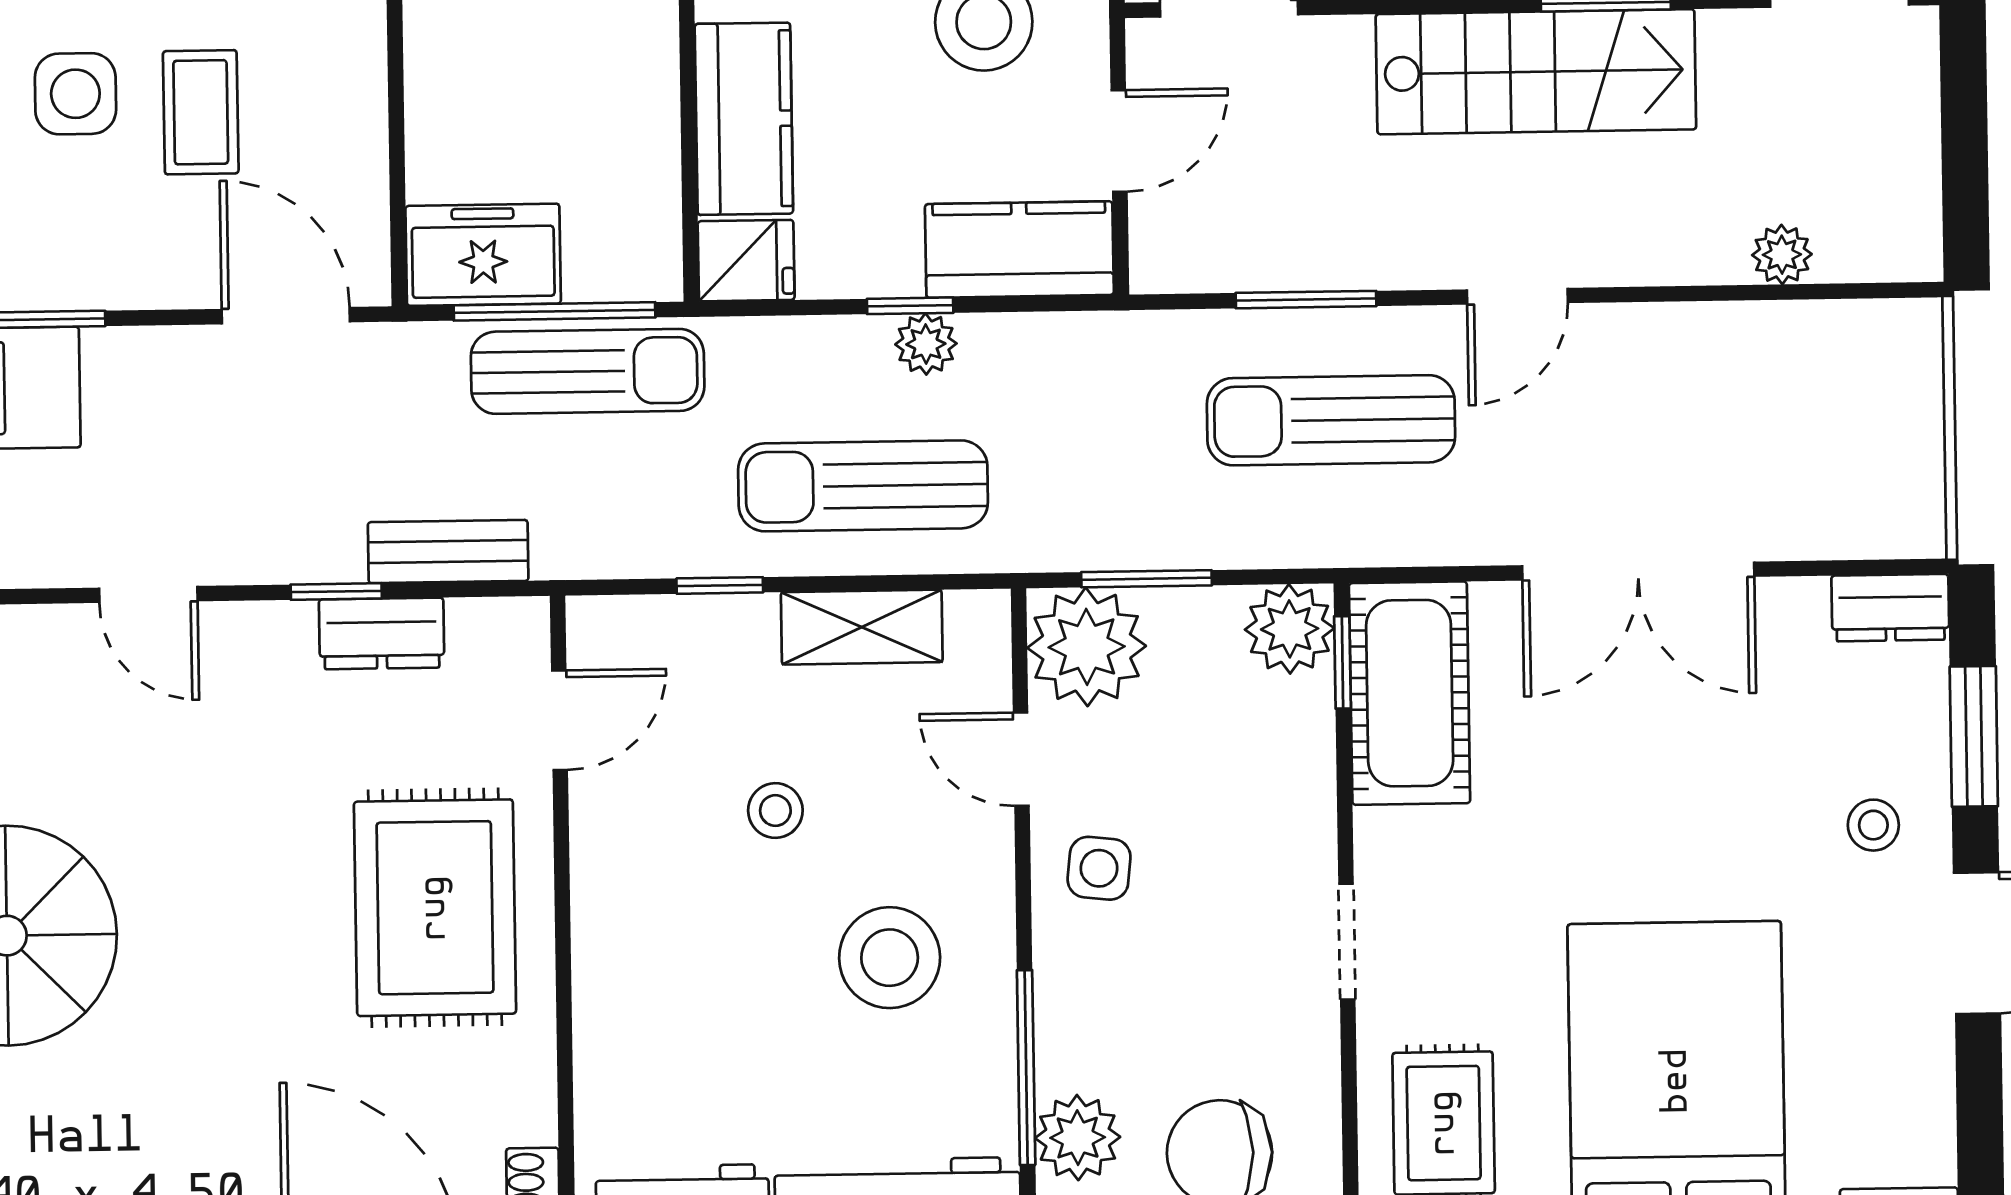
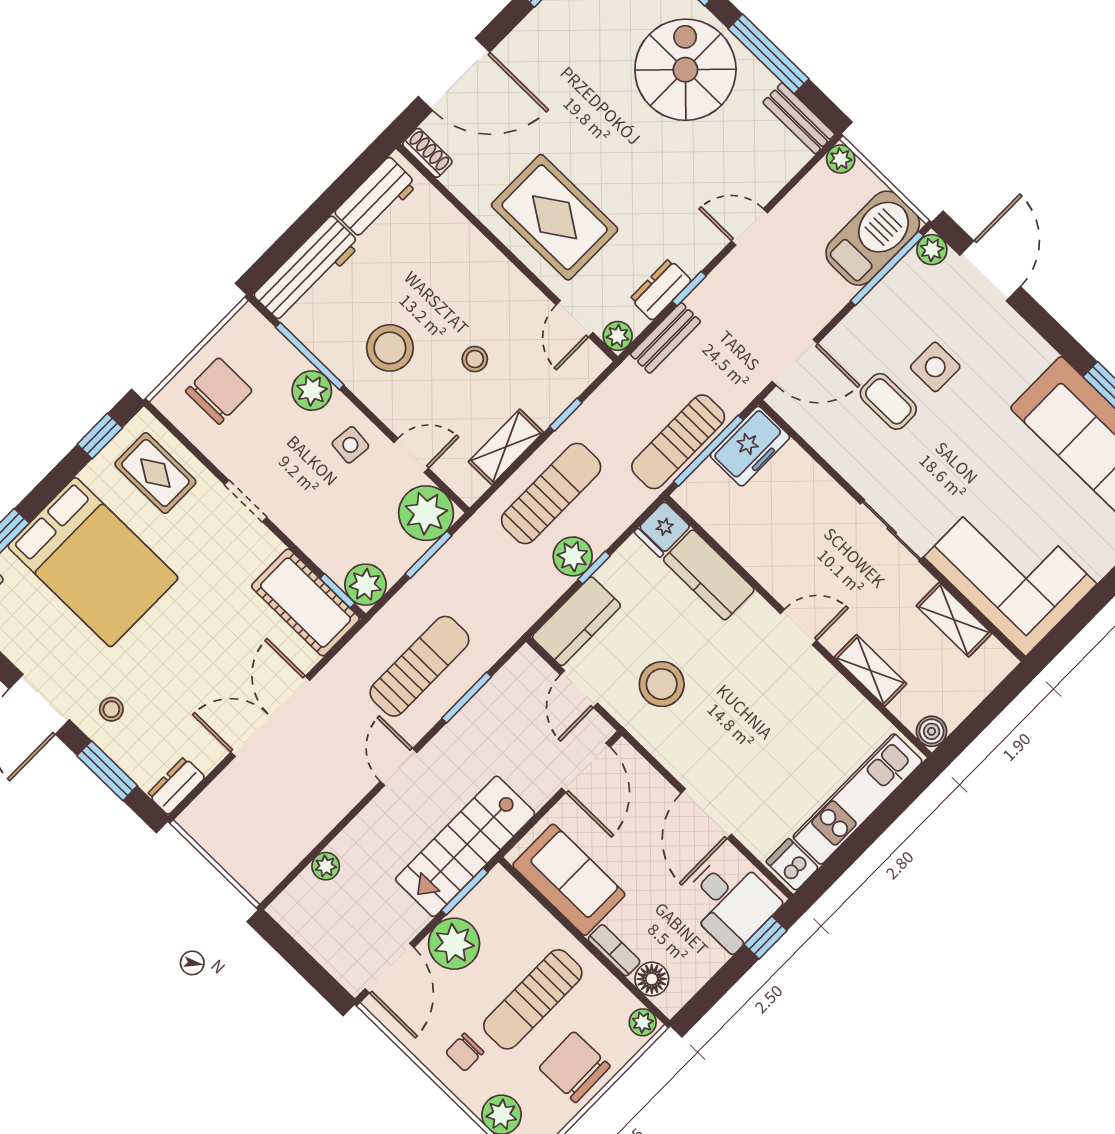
plant: (926, 344) -> (573, 556), width x1.38, depth x1.38
plant: (519, 628) -> (618, 336), added
plant: (1078, 1138) -> (312, 391), moved

